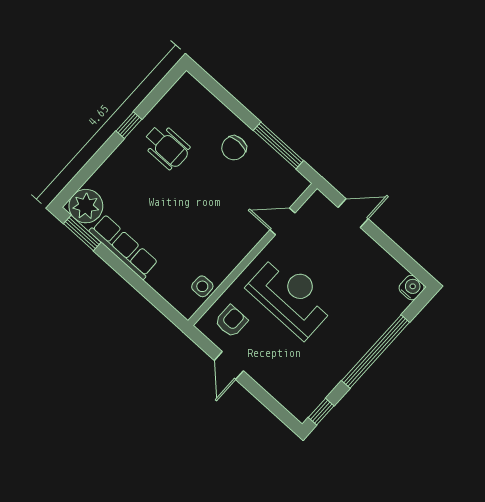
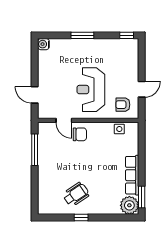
wheelchair: (167, 147) -> (76, 194), turned 56
chair: (234, 148) -> (80, 134), moved
window: (376, 351) -> (82, 35), width x0.47

